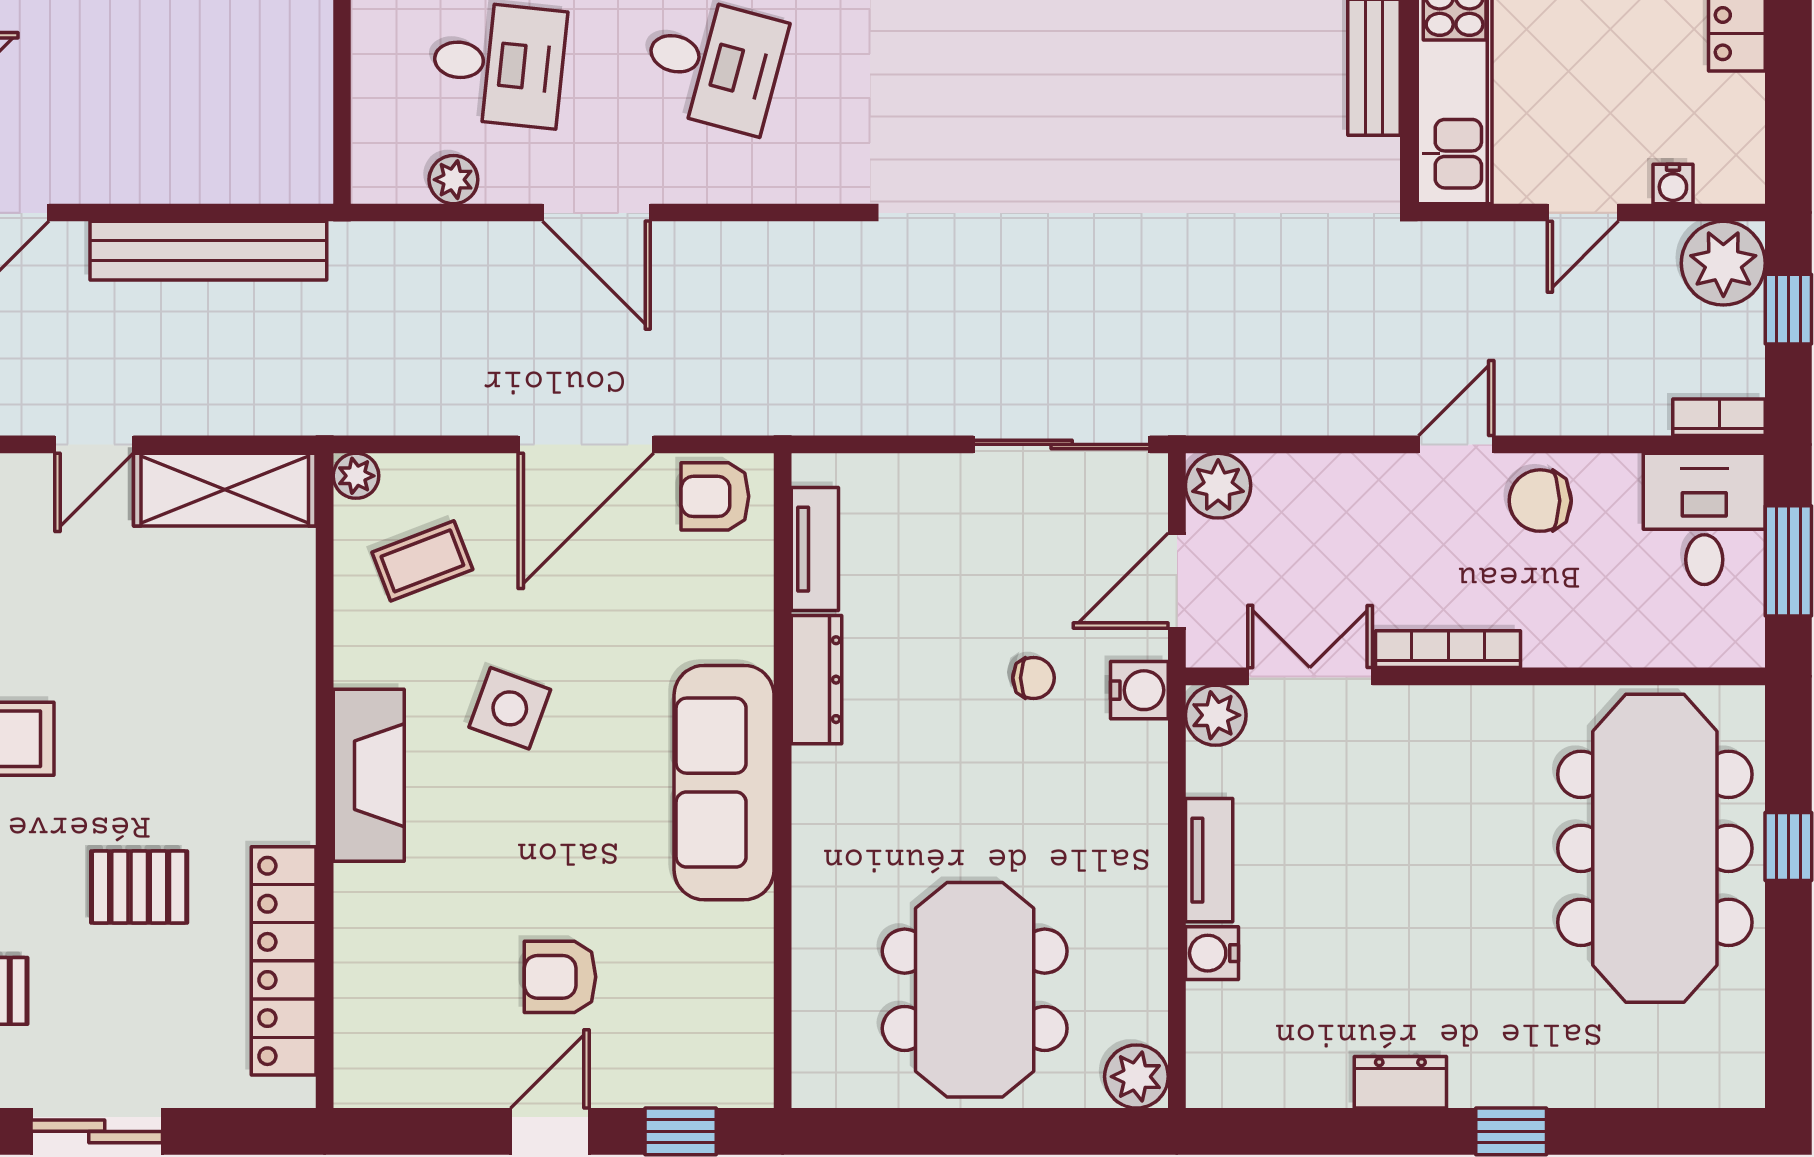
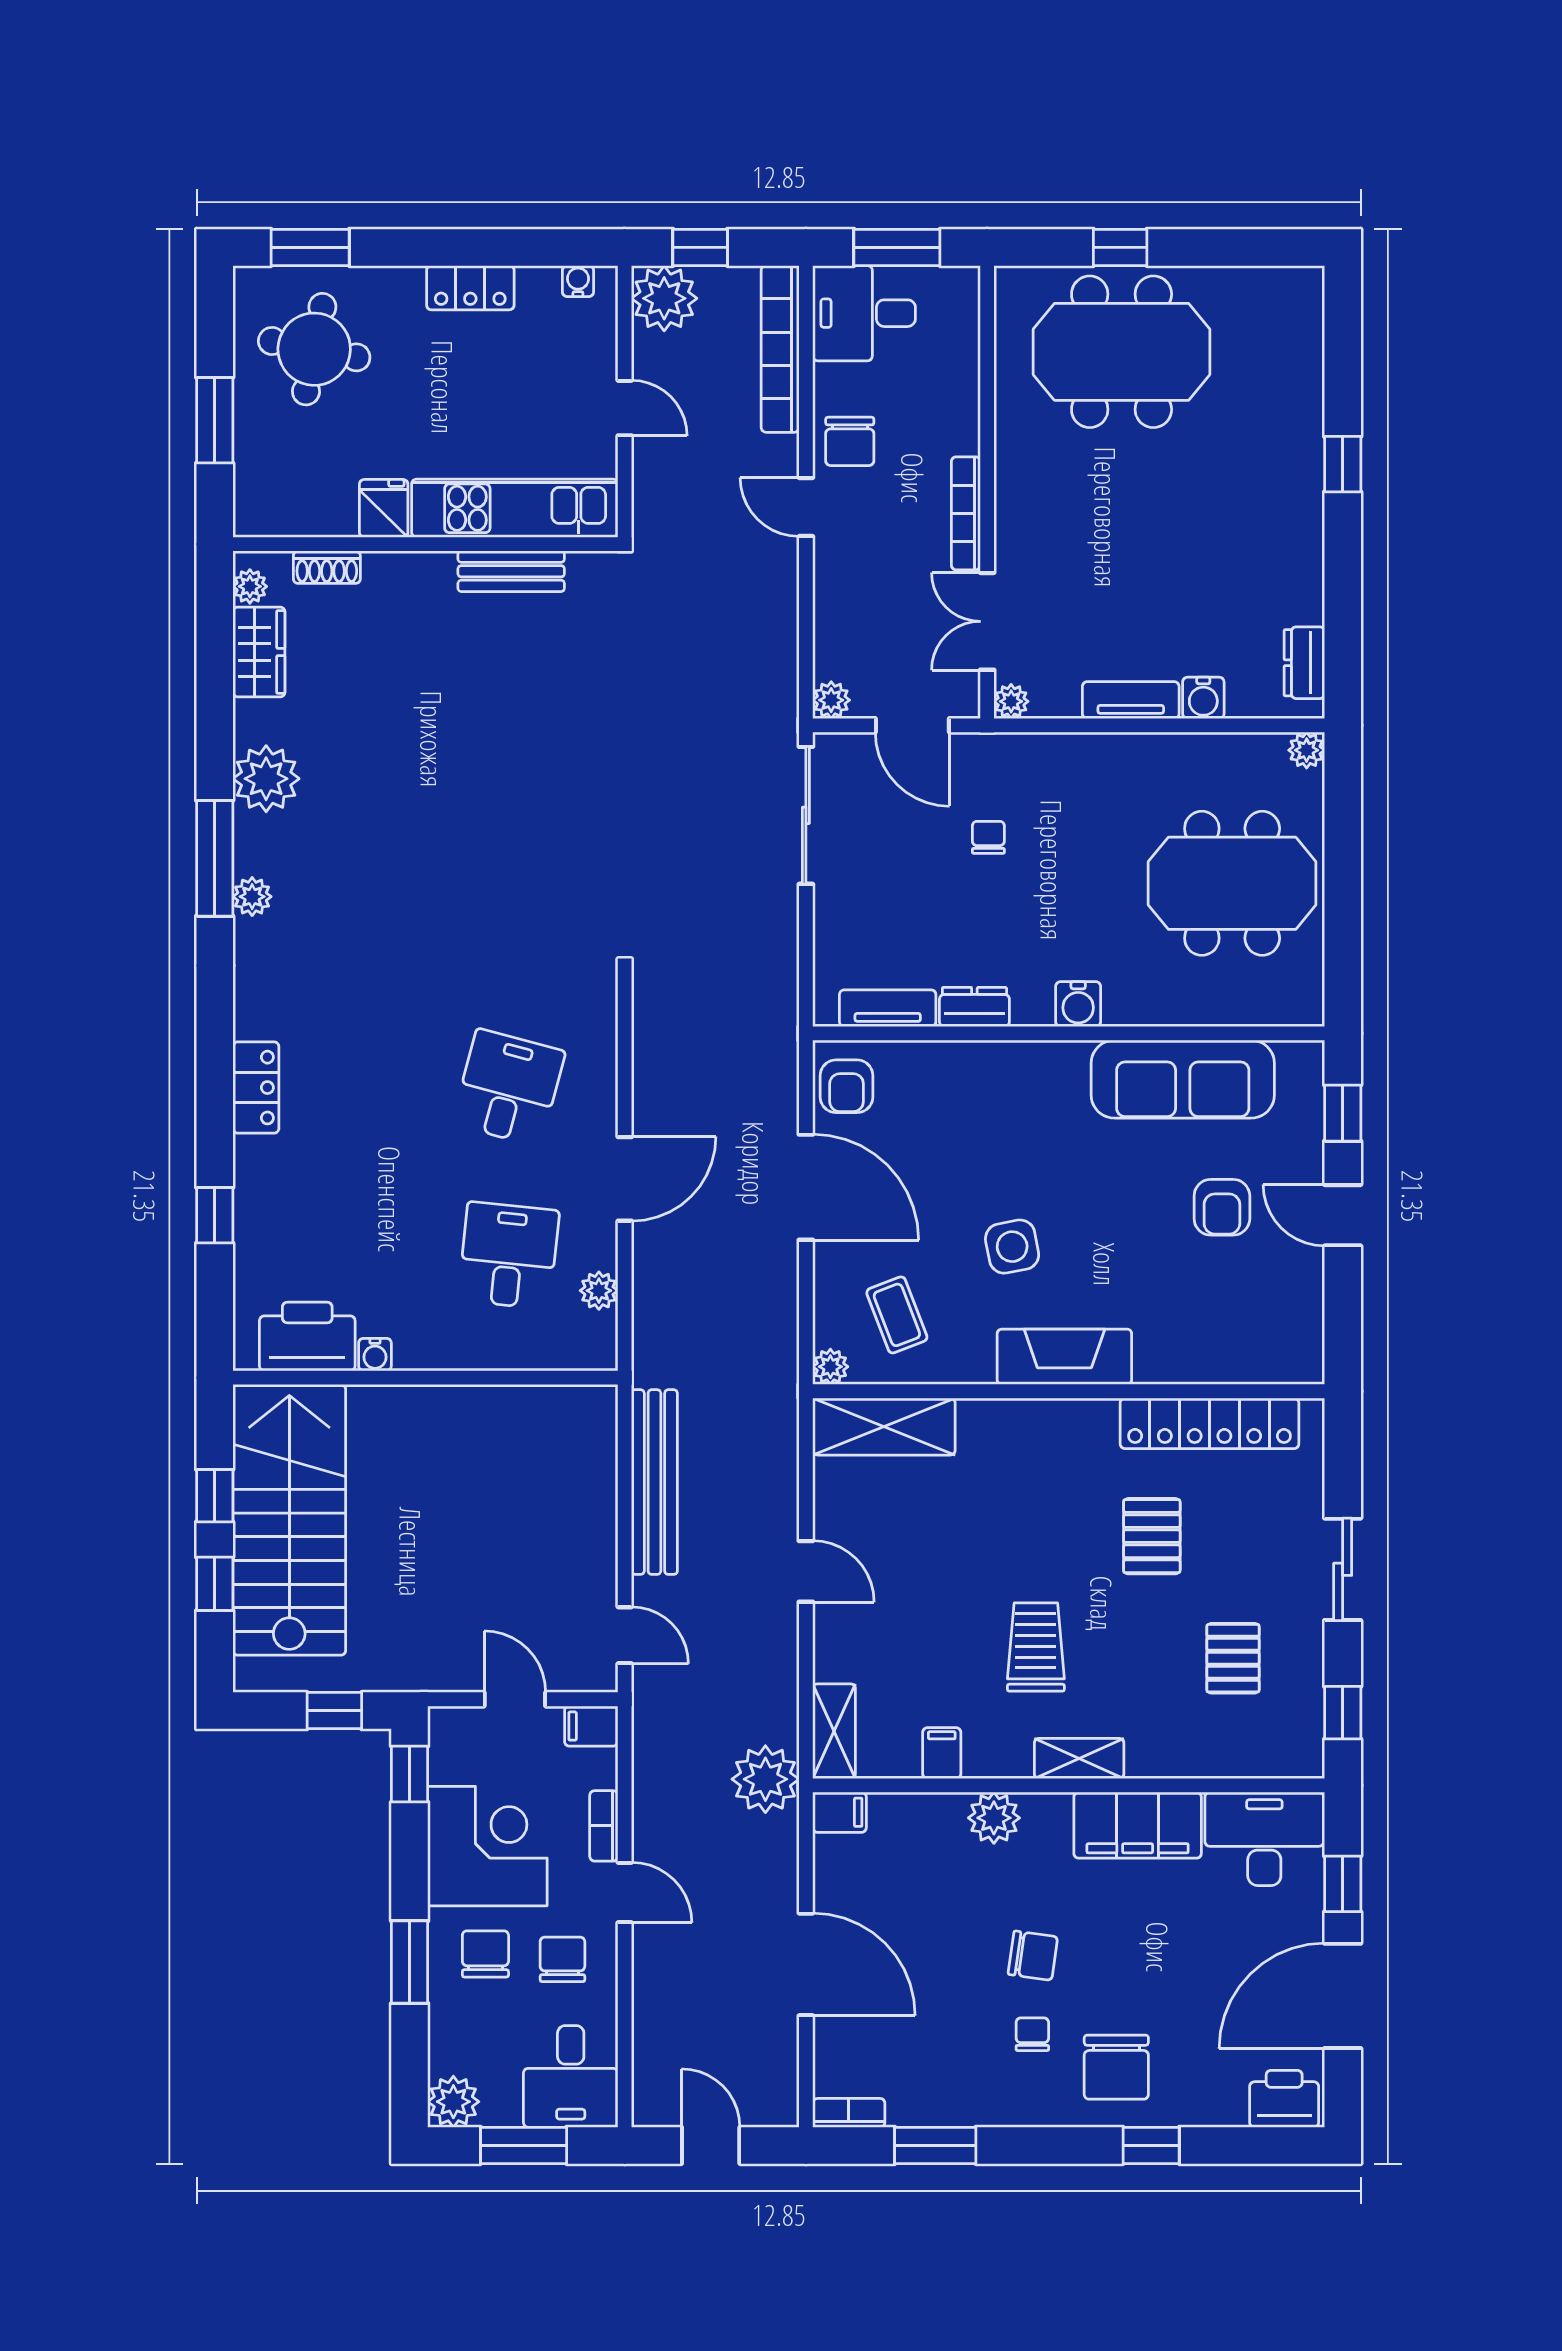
water cooler: (1673, 184) -> (578, 281), moved, turned -90
bookcase: (1719, 417) -> (780, 349), width x2.31, depth x1.31
plant: (1218, 486) -> (831, 700), width x0.73, depth x0.73
shelving: (225, 490) -> (884, 1427), moved, turned 90
dresser: (816, 680) -> (974, 1007), width x0.70
water cooler: (1139, 690) -> (1078, 1004), moved, turned 180
side table: (510, 708) -> (1012, 1247), turned -31
plant: (1216, 715) -> (1011, 701), width x0.73, depth x0.73
sofa: (724, 783) -> (1183, 1079), moved
meeting table: (1655, 848) -> (1122, 352), width x0.73
plant: (1136, 1077) -> (1307, 750), width x0.73, depth x0.73
dresser: (1400, 1082) -> (1304, 663), moved

